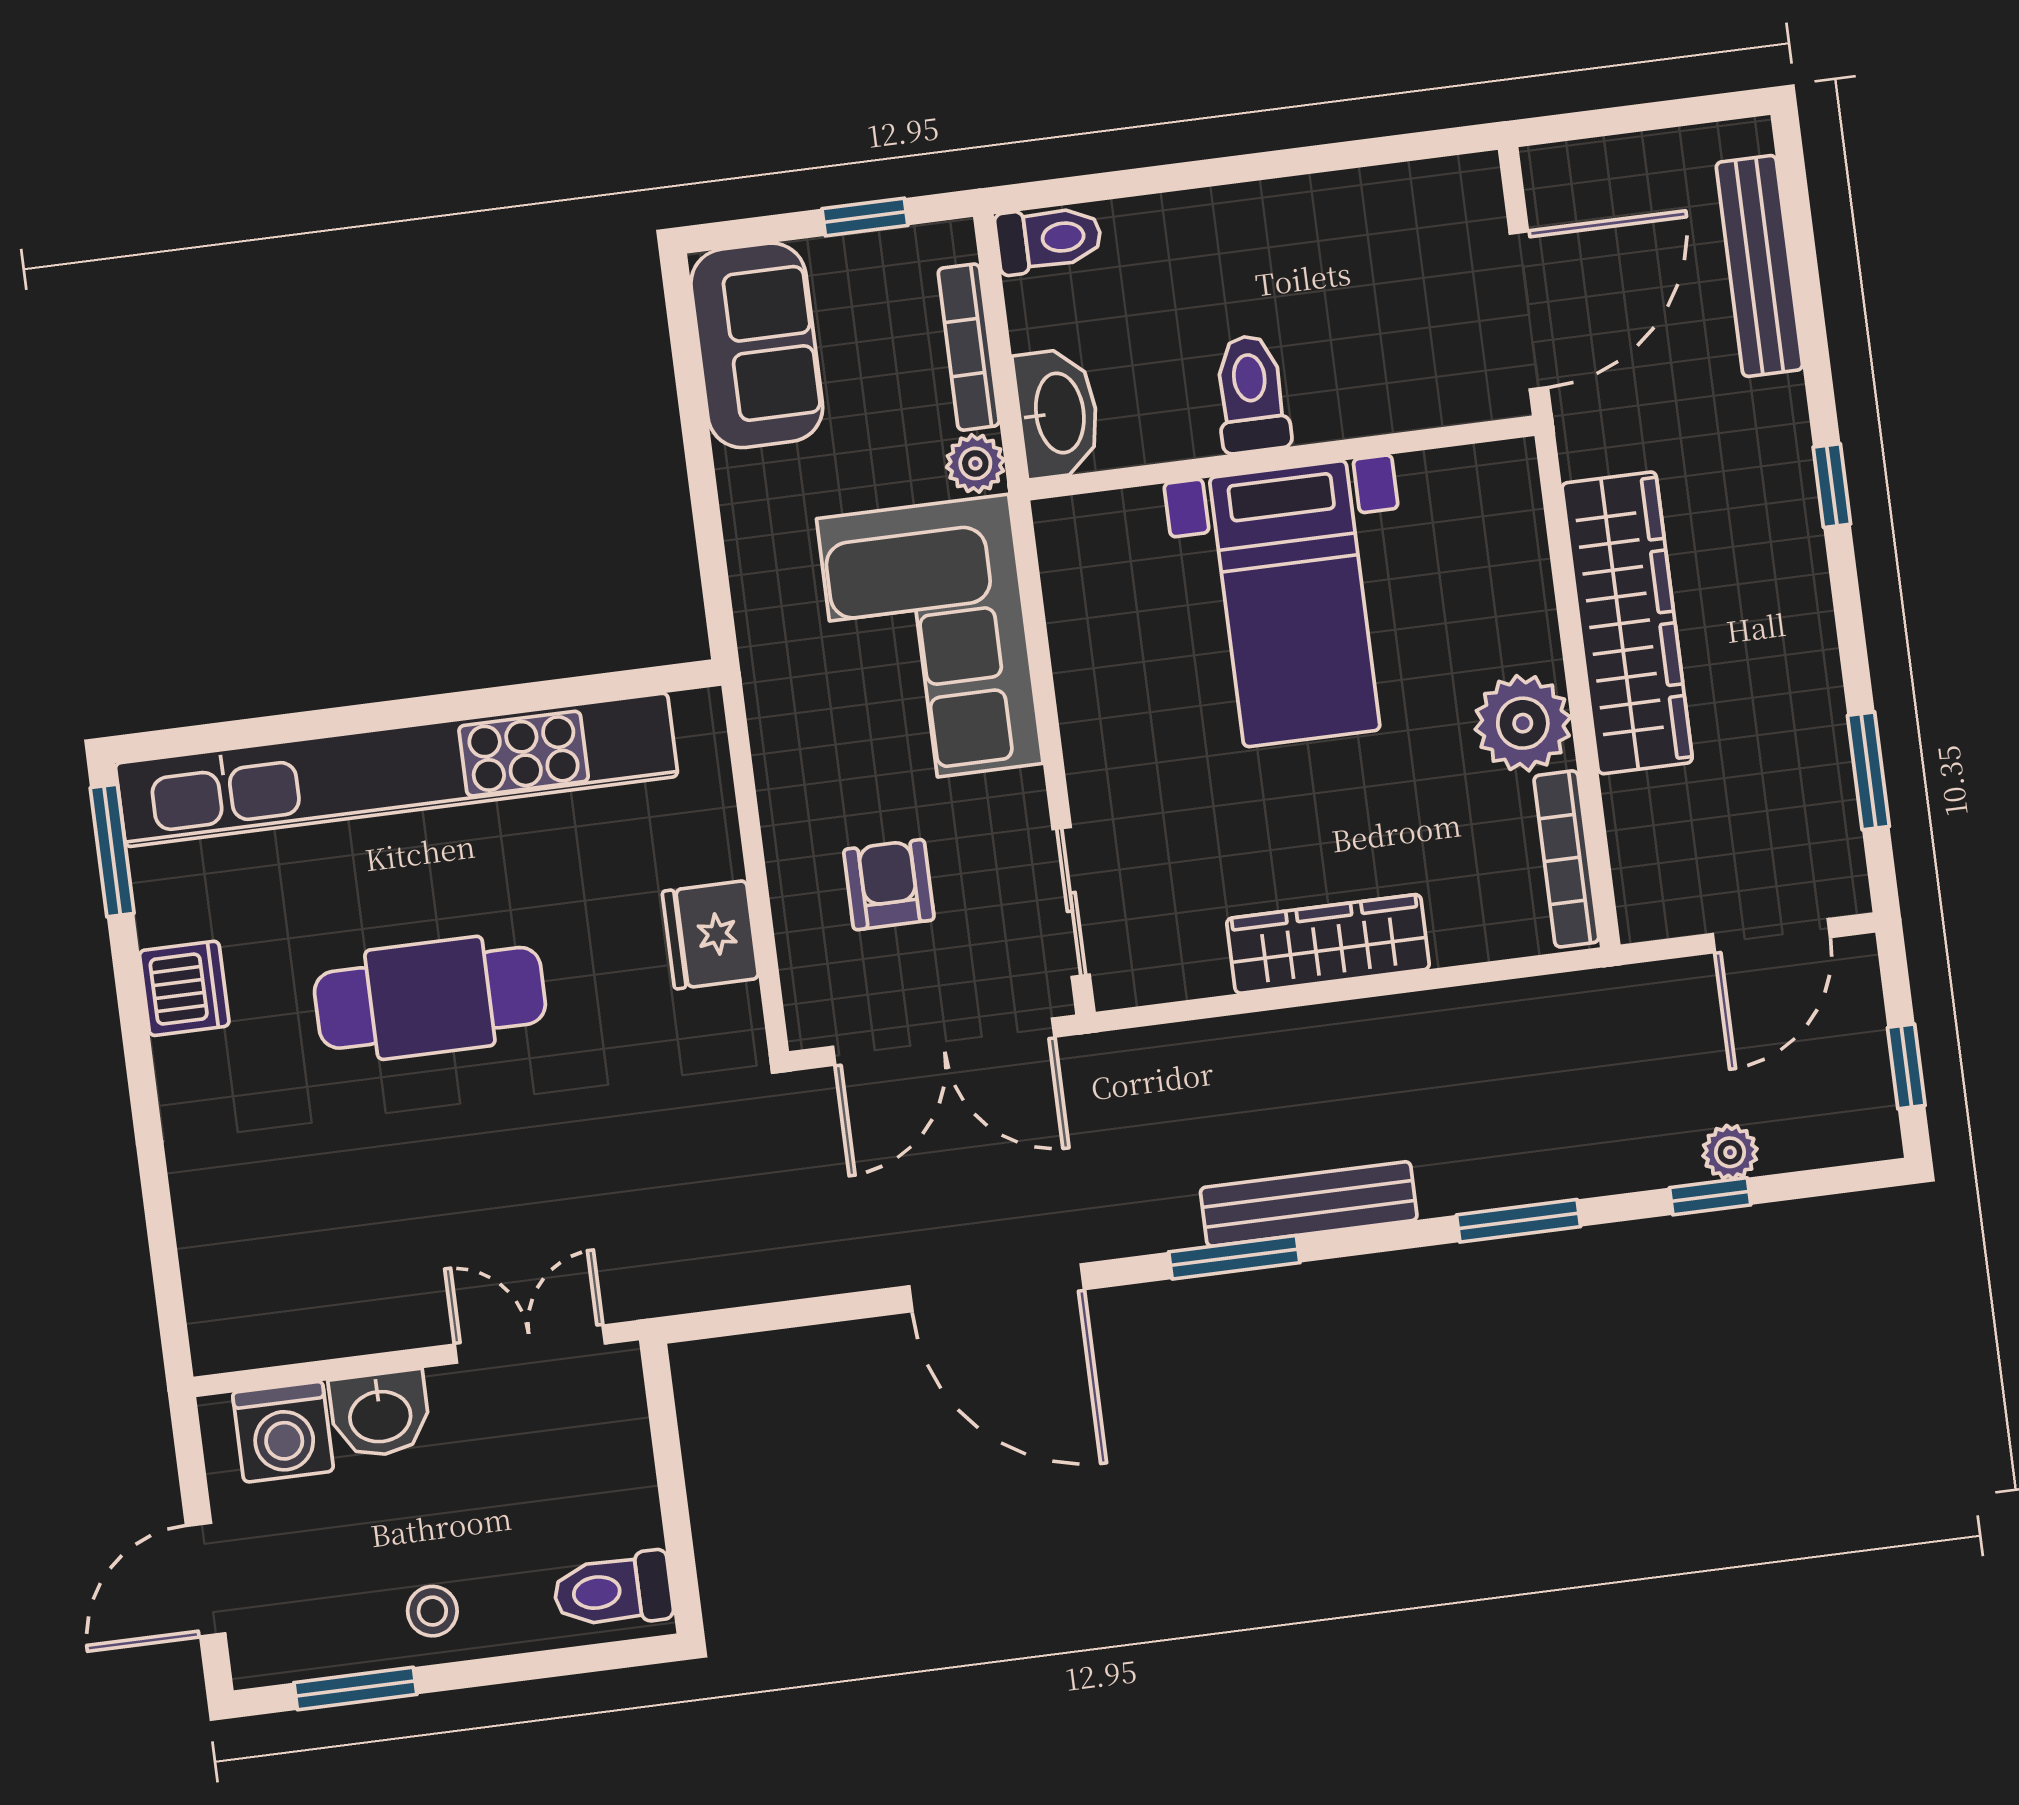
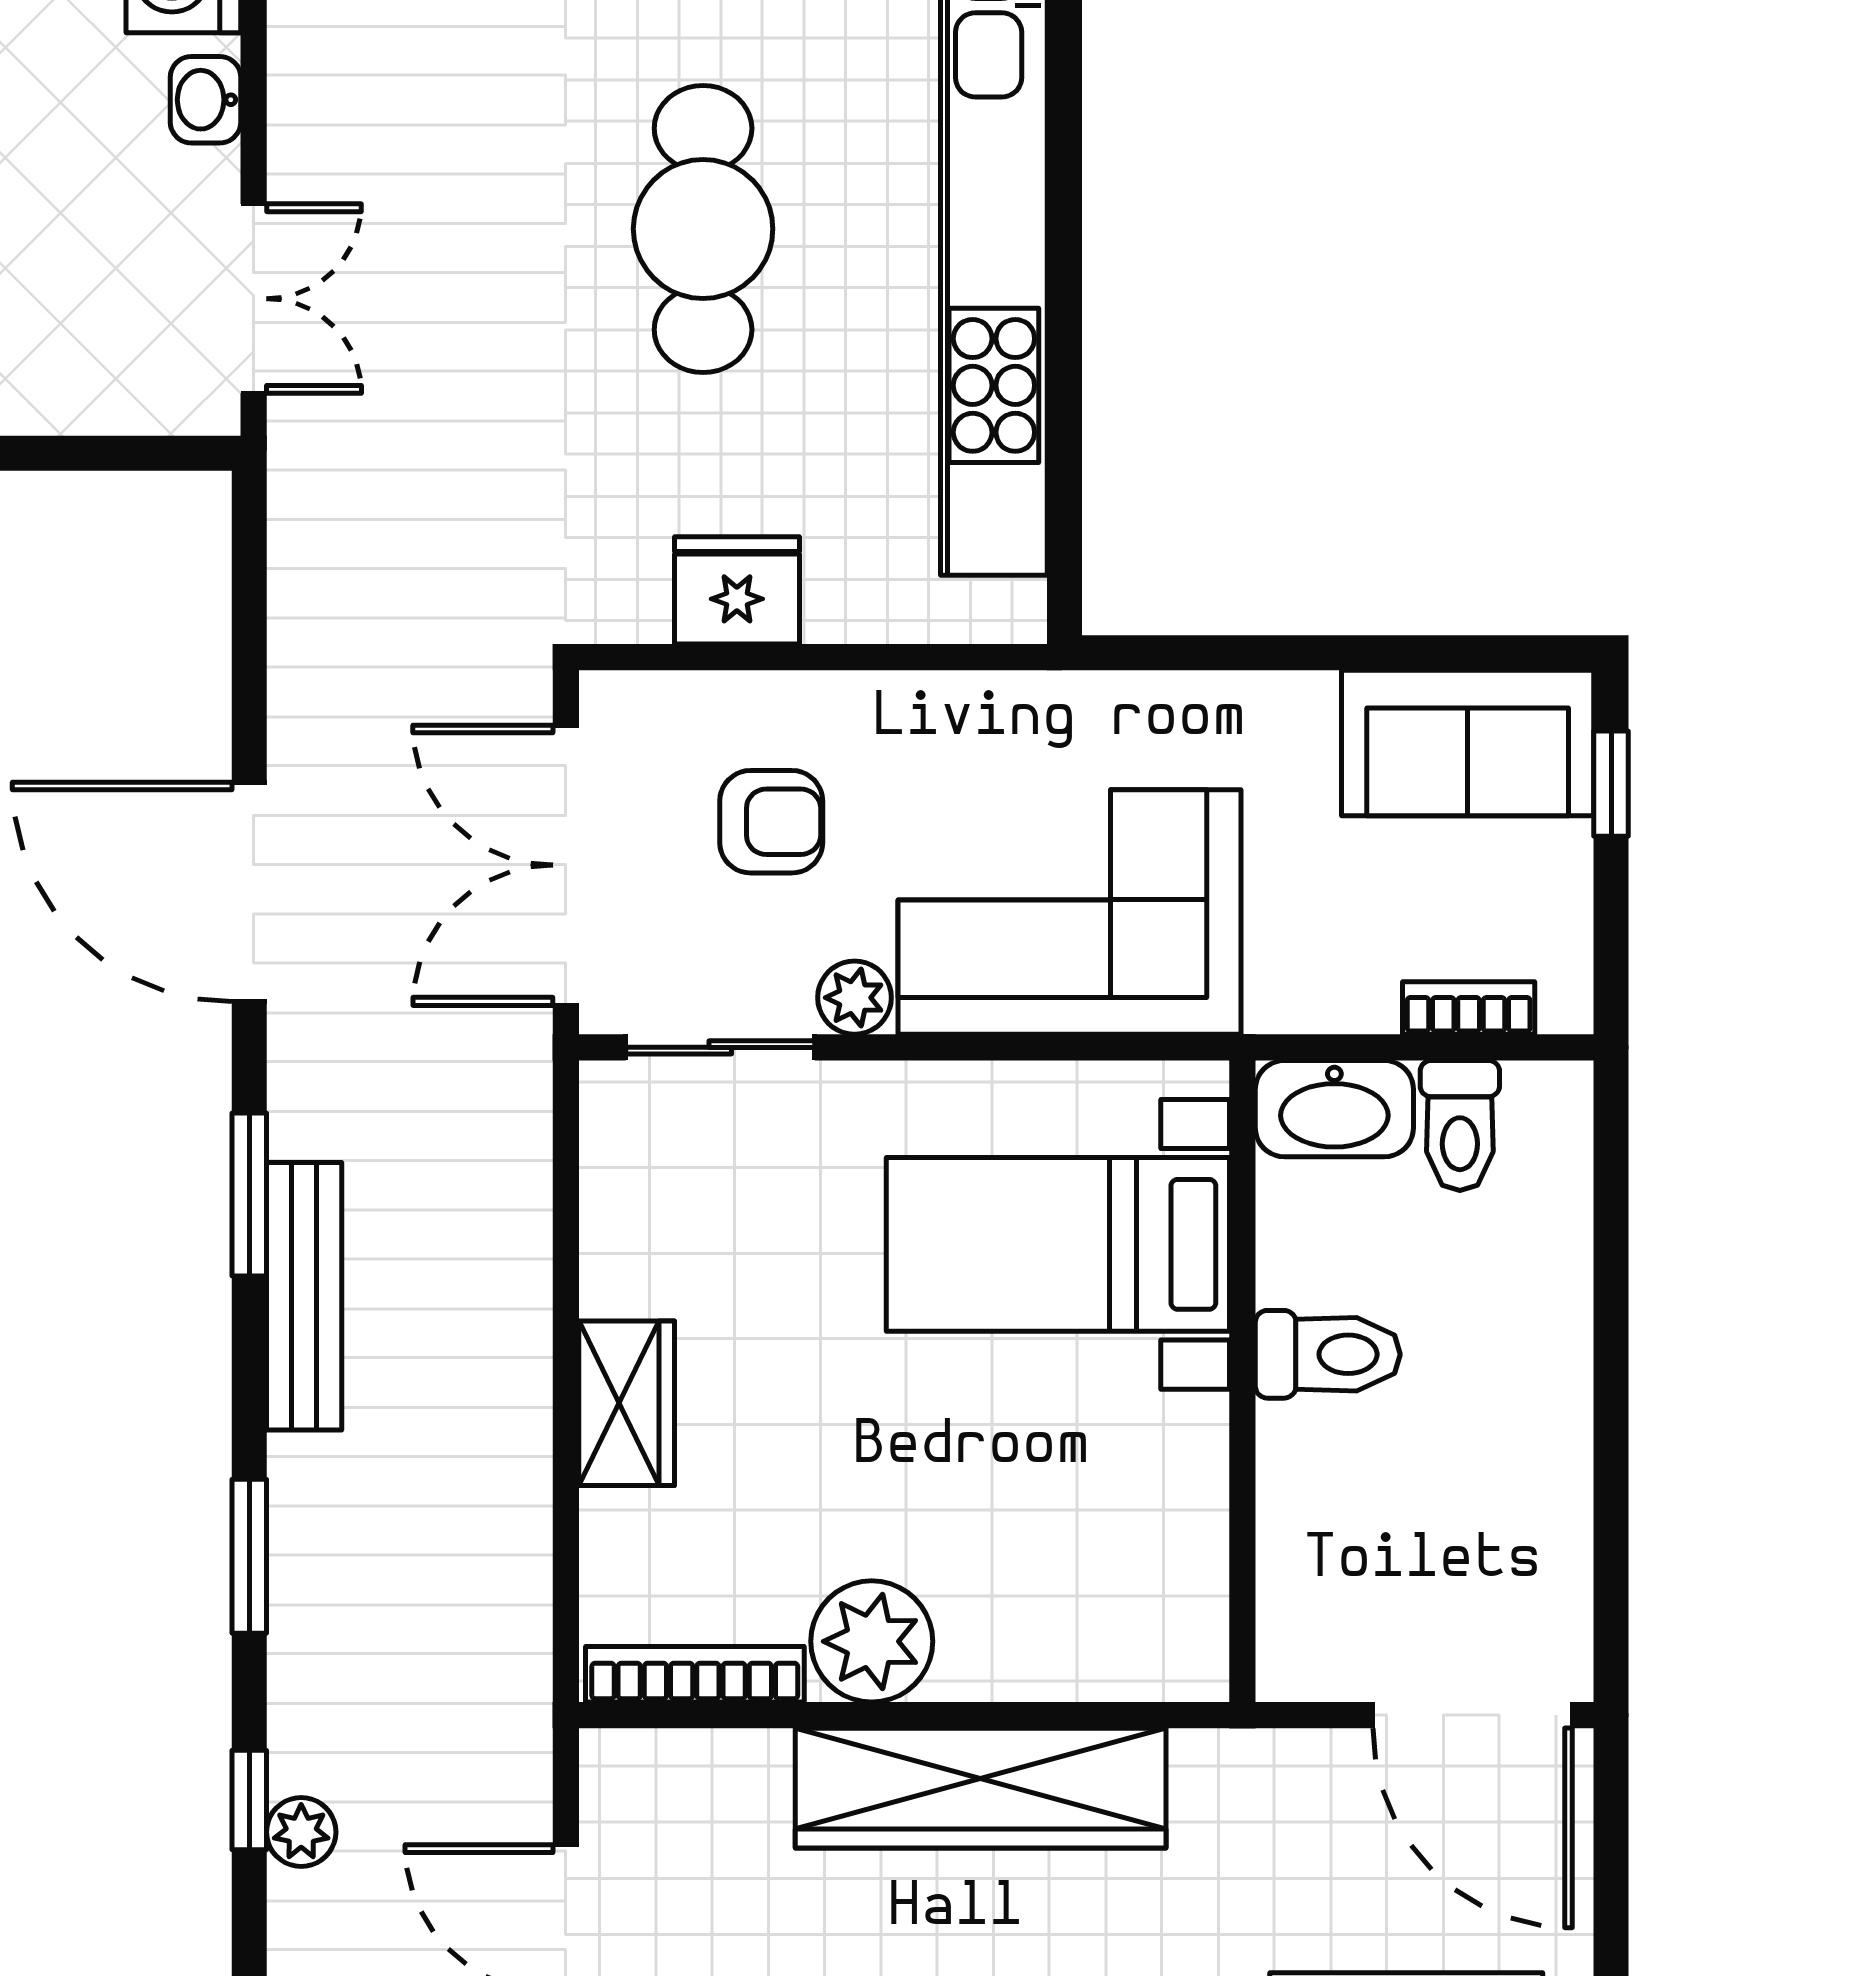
window: (865, 217) -> (1611, 784), moved
toilet: (1049, 239) -> (1460, 1125), moved
door: (1529, 310) -> (1473, 1715), moved
bookcase: (969, 347) -> (1469, 1008), width x0.64
plant: (975, 463) -> (855, 998), moved
bed with nightstands: (1295, 604) -> (1058, 1244), moved
wardrobe: (1328, 944) -> (627, 1403), width x0.67
door: (997, 1288) -> (249, 892), hinge flipped
washbasin: (380, 1414) -> (206, 100), width x0.72, depth x0.69

